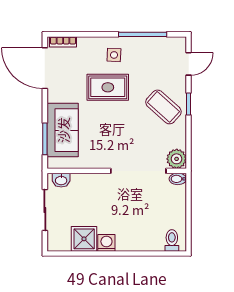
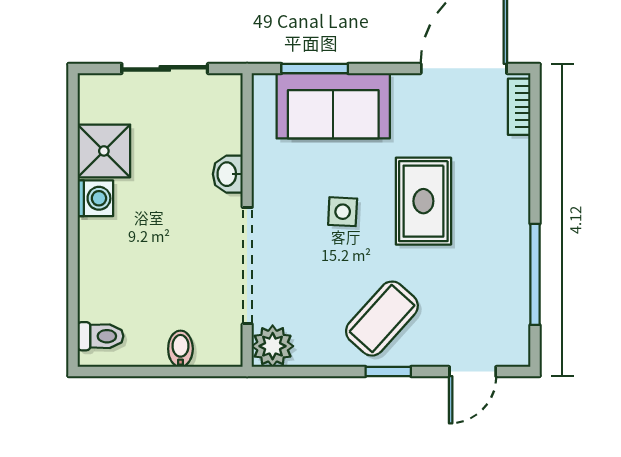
side table: (114, 55) -> (343, 212), moved
door: (189, 64) -> (473, 371), hinge flipped
bidet: (178, 179) -> (180, 349), moved
washbasin: (61, 180) -> (228, 174), moved

